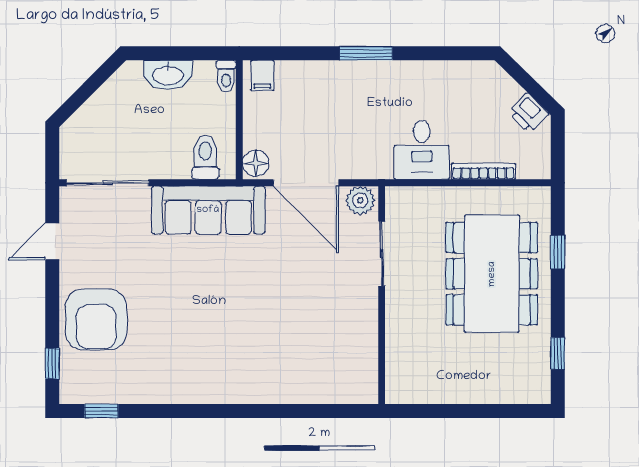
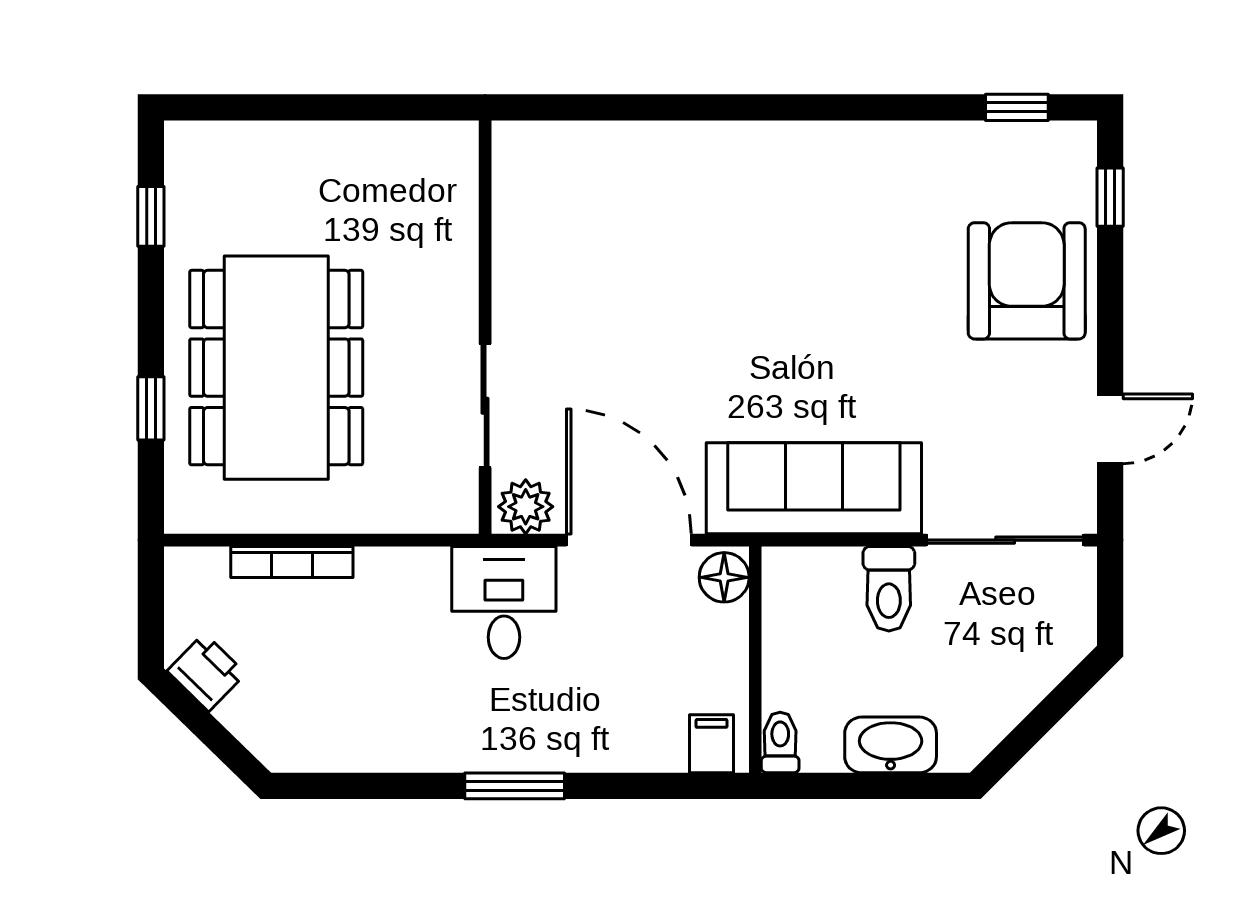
desk: (422, 150) -> (504, 602), moved
toilet: (205, 157) -> (889, 589), moved

